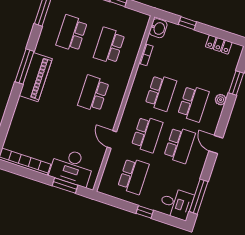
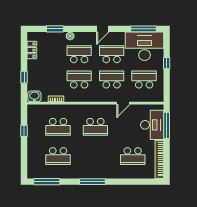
piano: (36, 77) -> (97, 171), removed
school desk: (40, 129) -> (133, 156), added
window: (65, 185) -> (167, 125), width x1.44
desk: (176, 203) -> (145, 46), width x1.87, depth x1.30

